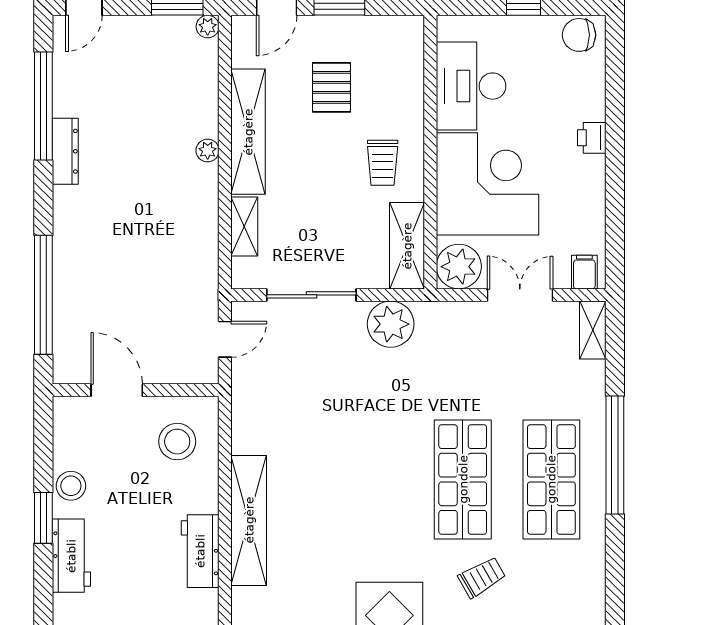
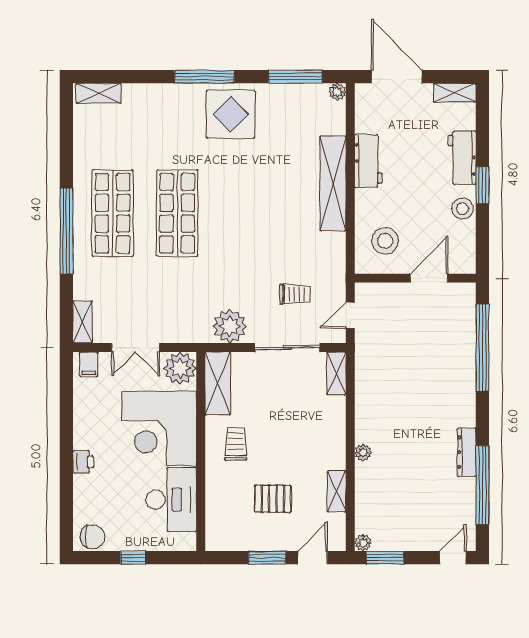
pallet: (331, 87) -> (273, 499), turned 90
shelving: (248, 132) -> (337, 491), width x0.45, depth x0.75
shelving: (244, 226) -> (336, 373), moved
door: (117, 390) -> (429, 278), swing flipped
trolley: (482, 577) -> (295, 294), moved, turned -150

